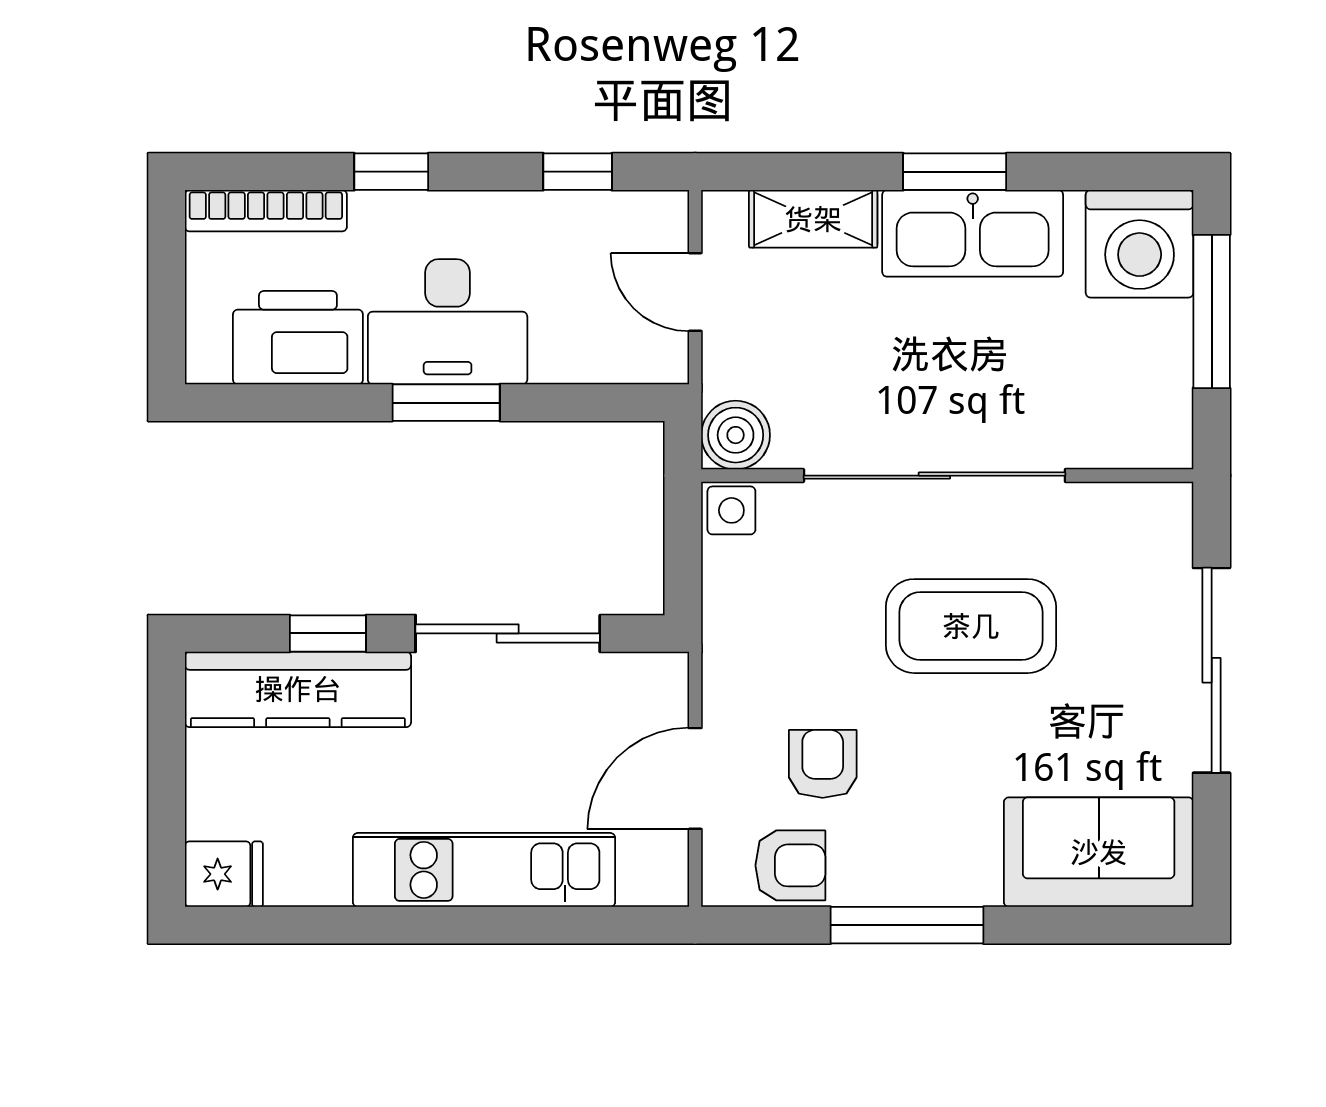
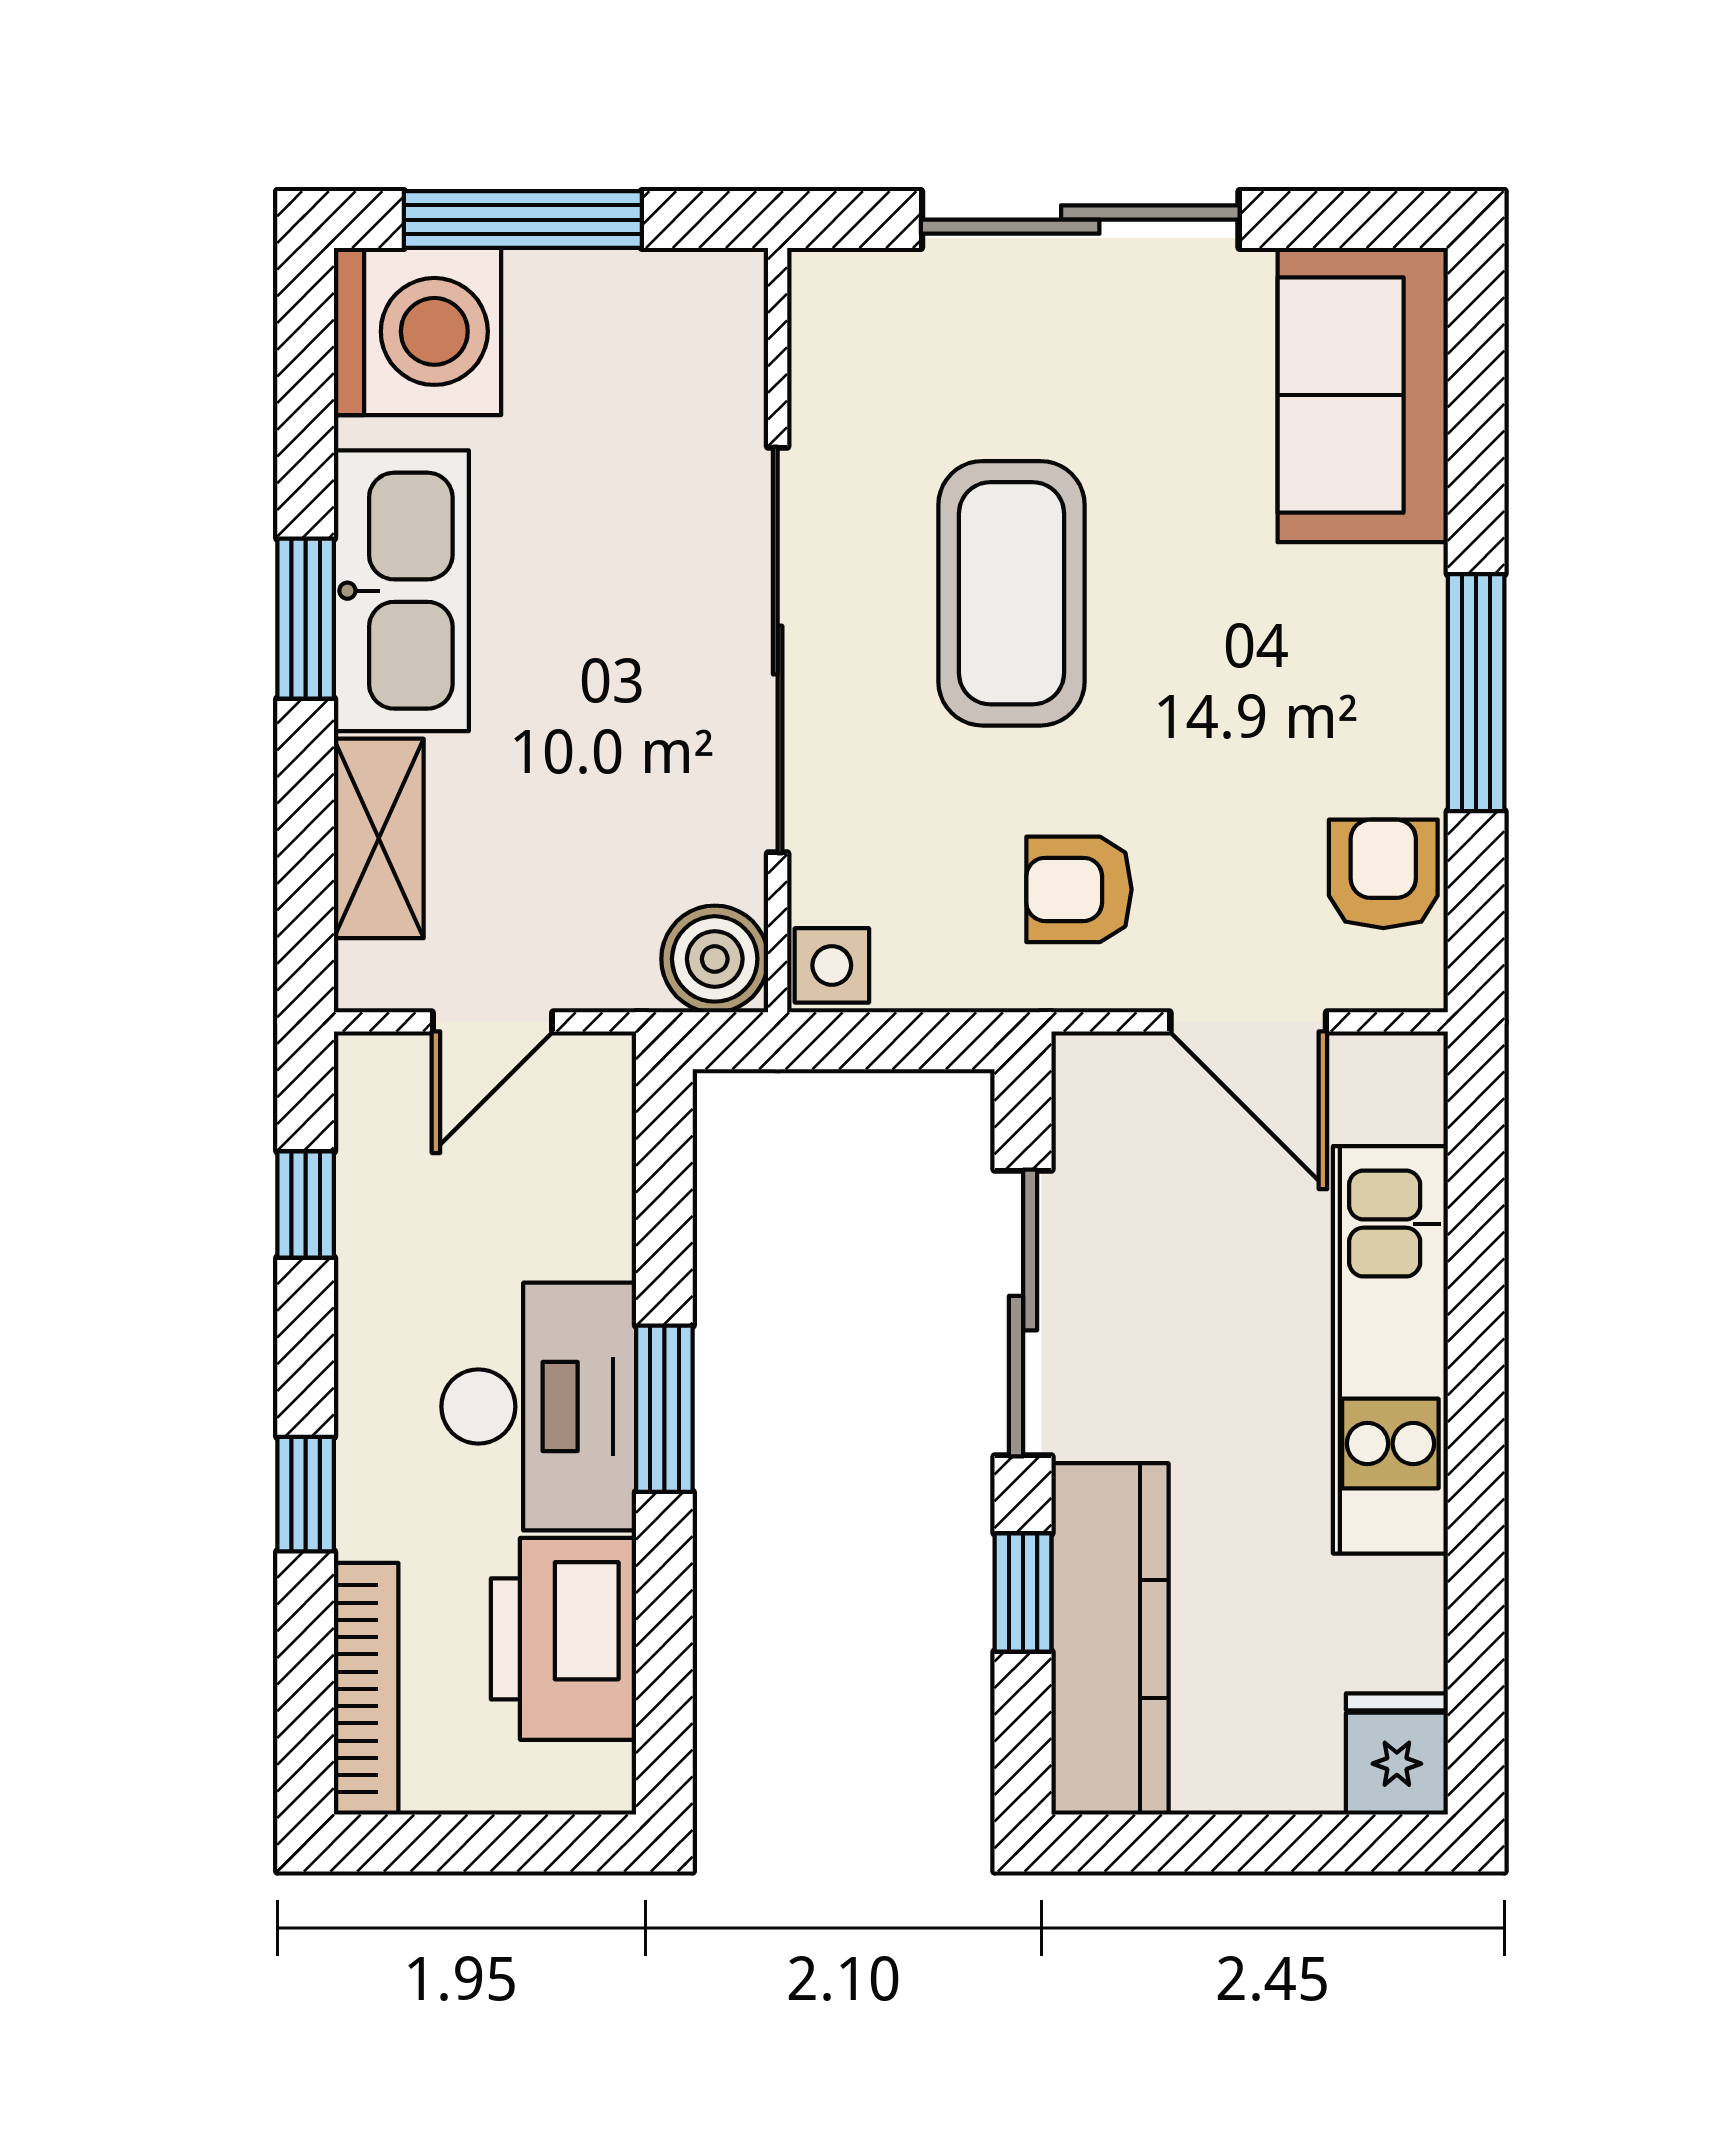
armchair: (823, 764) -> (1079, 889), moved

